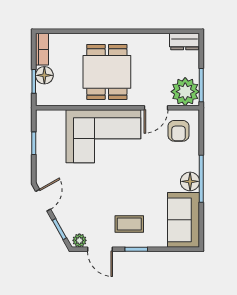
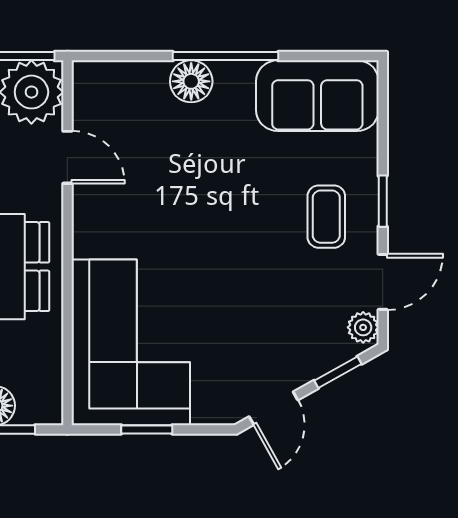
armchair: (178, 131) -> (119, 107), removed
corner sofa: (103, 136) -> (131, 342), moved
floor lamp: (190, 181) -> (191, 81), moved
door: (43, 200) -> (273, 408), swing flipped

